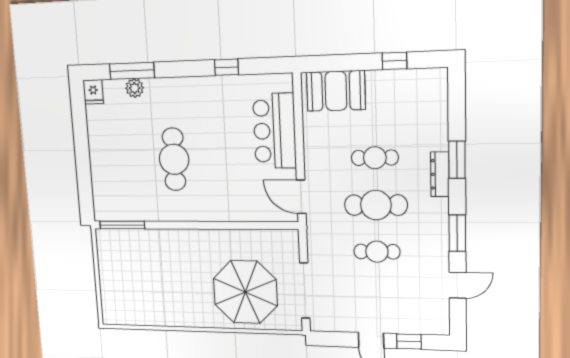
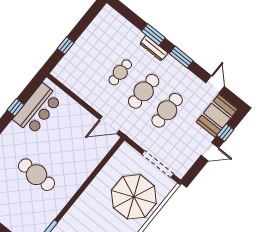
window: (394, 61) -> (66, 46), moved
booth: (336, 91) -> (217, 116), moved
bar counter: (275, 131) -> (38, 109), moved, turned -90
window: (457, 233) -> (181, 57), moved
cafe table: (377, 252) -> (167, 110), width x1.37, depth x1.35

